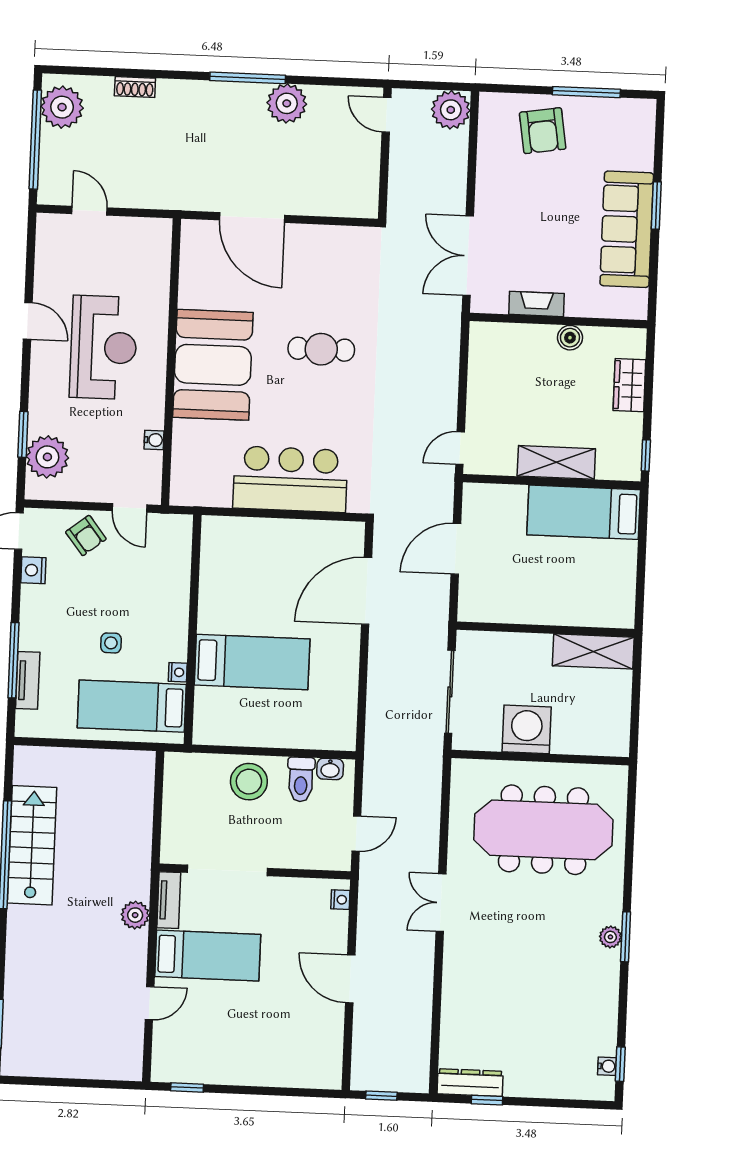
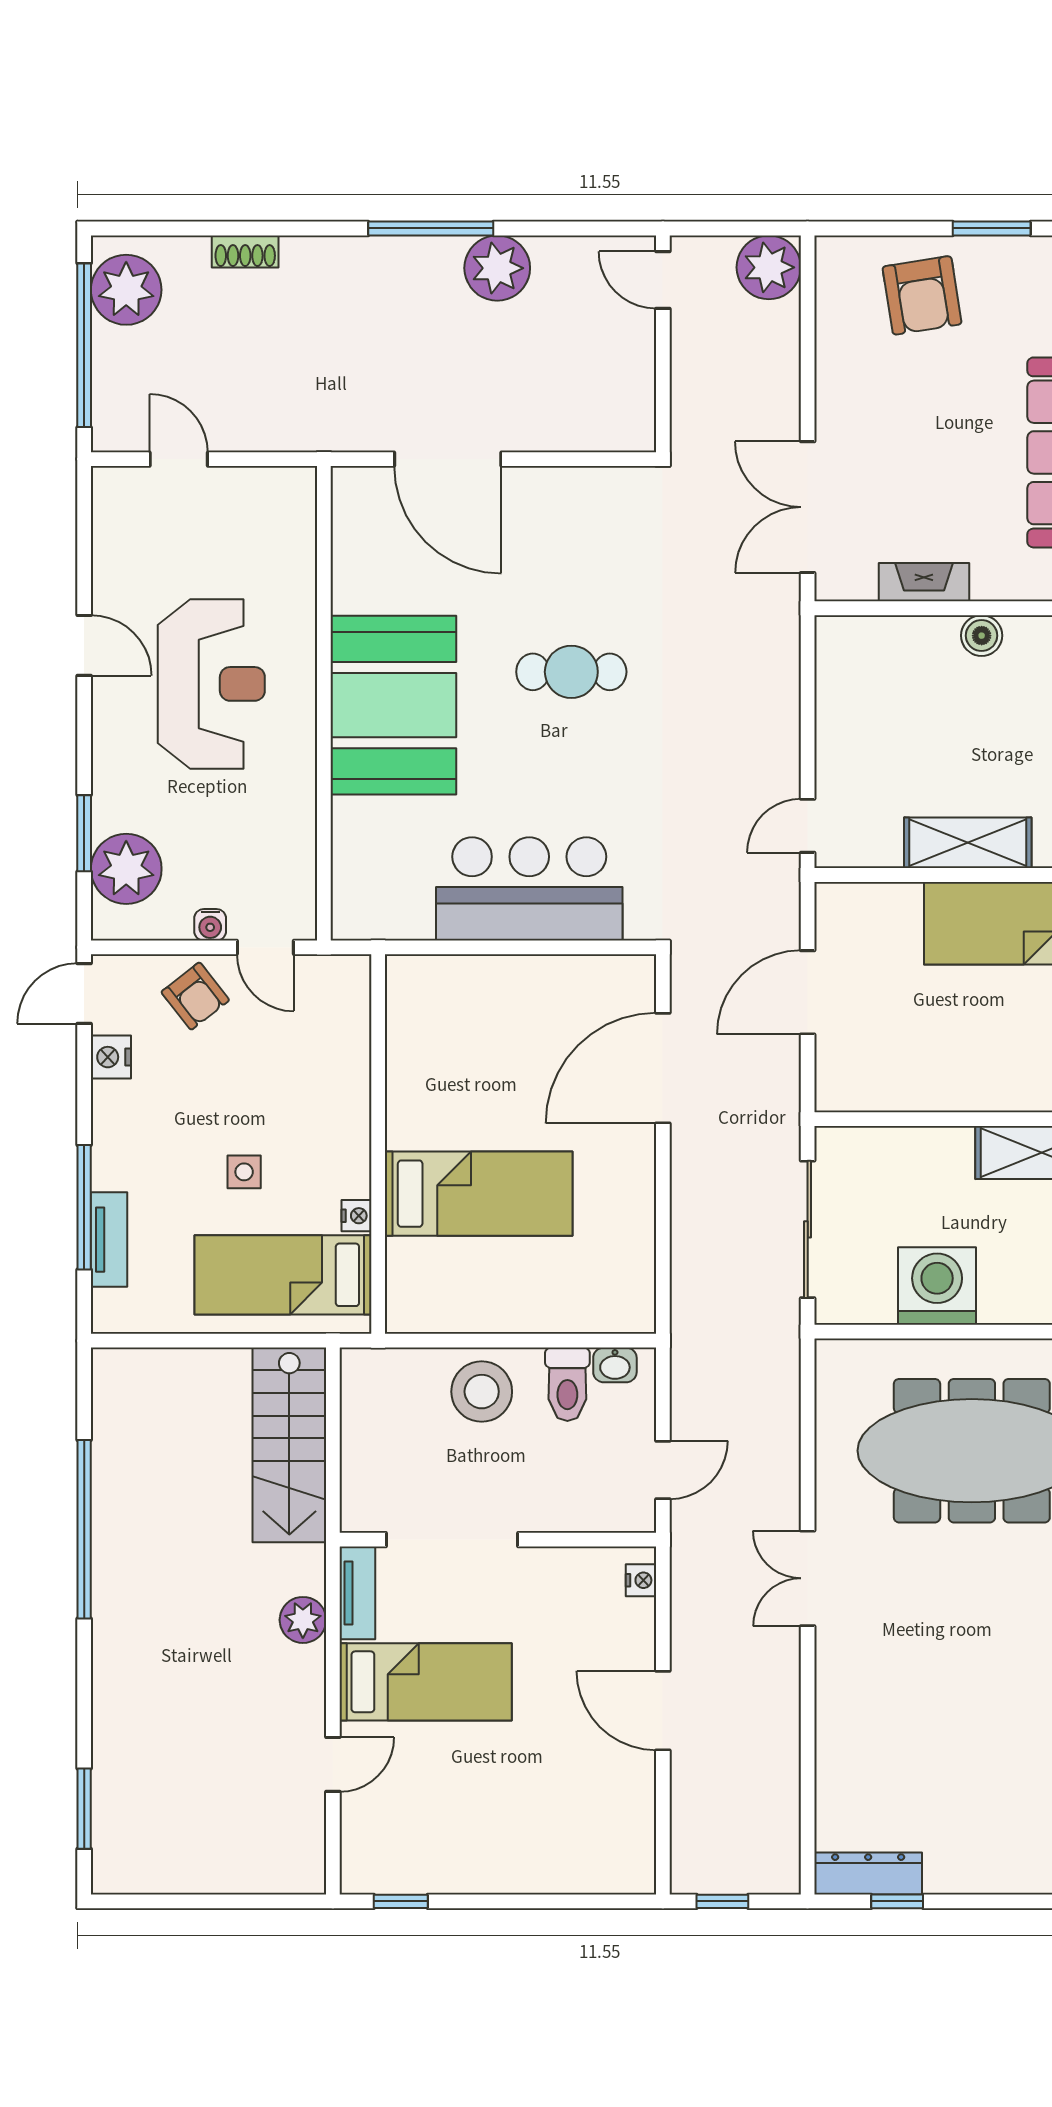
window: (586, 92) -> (992, 228), width x0.69
water cooler: (154, 440) -> (210, 925), moved, turned 90
stairs: (32, 845) -> (289, 1445), moved, turned 180

